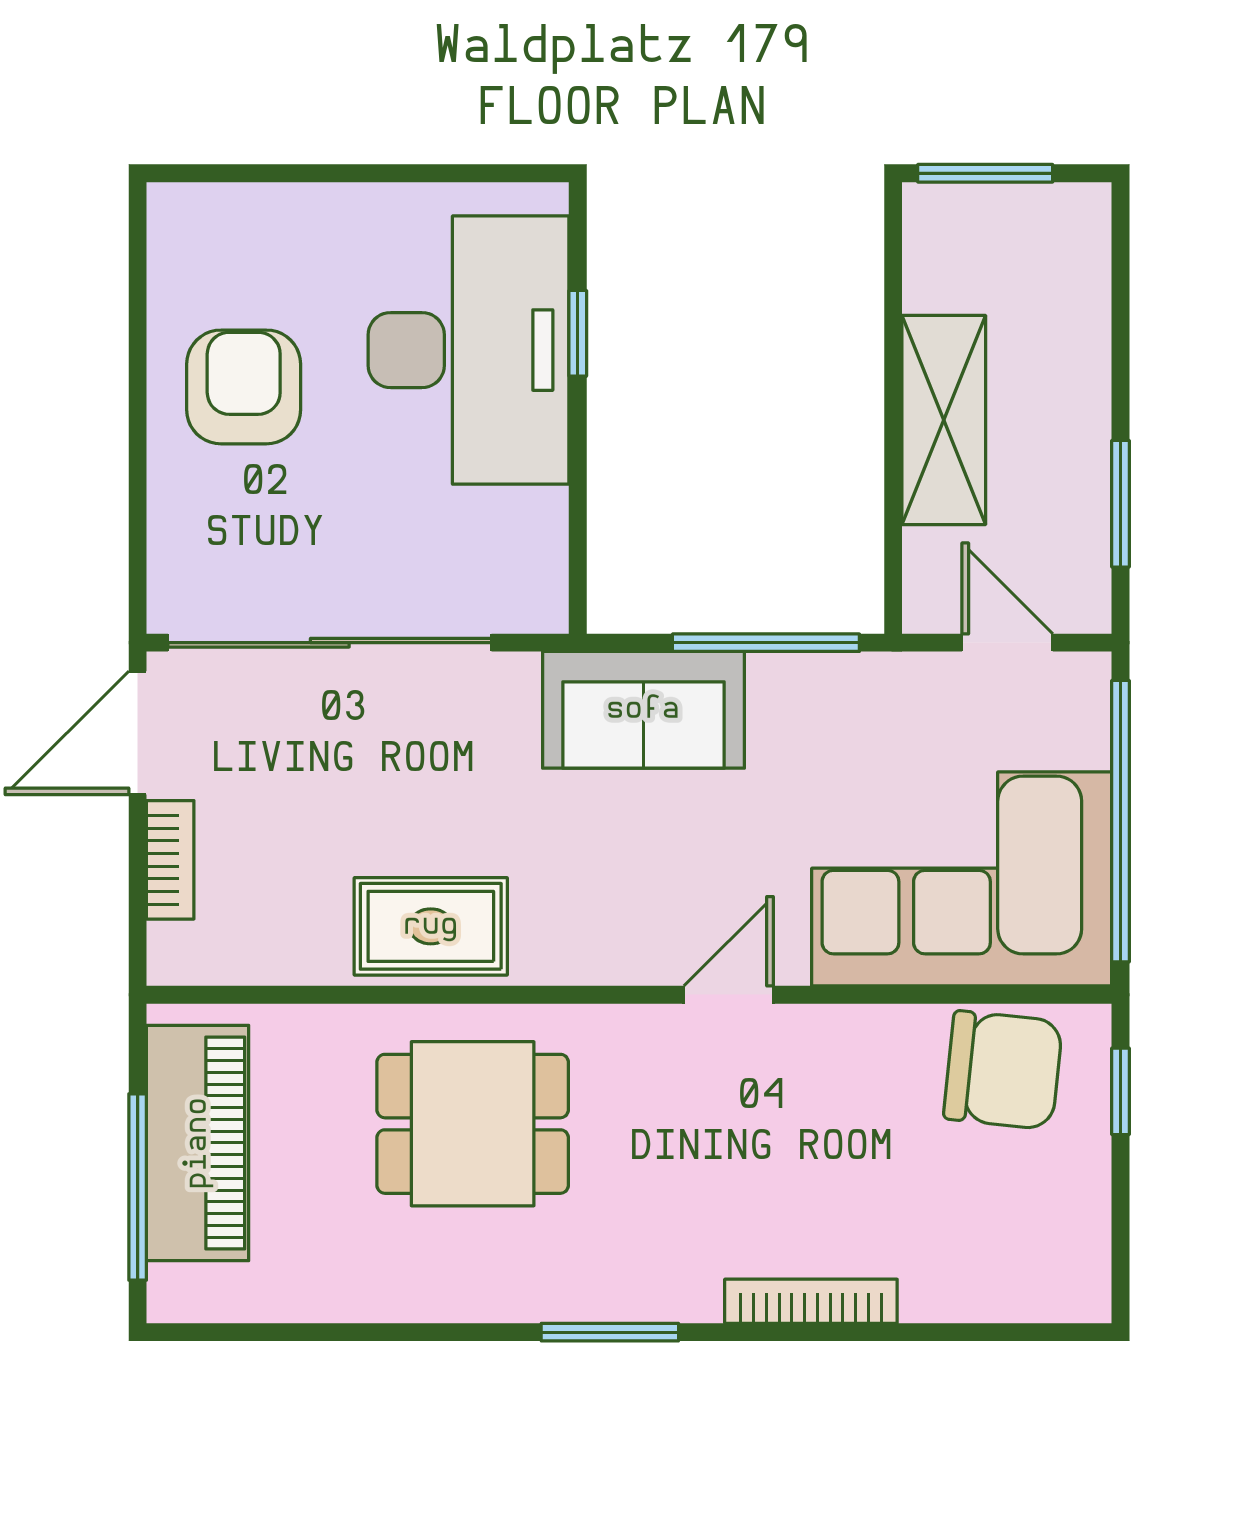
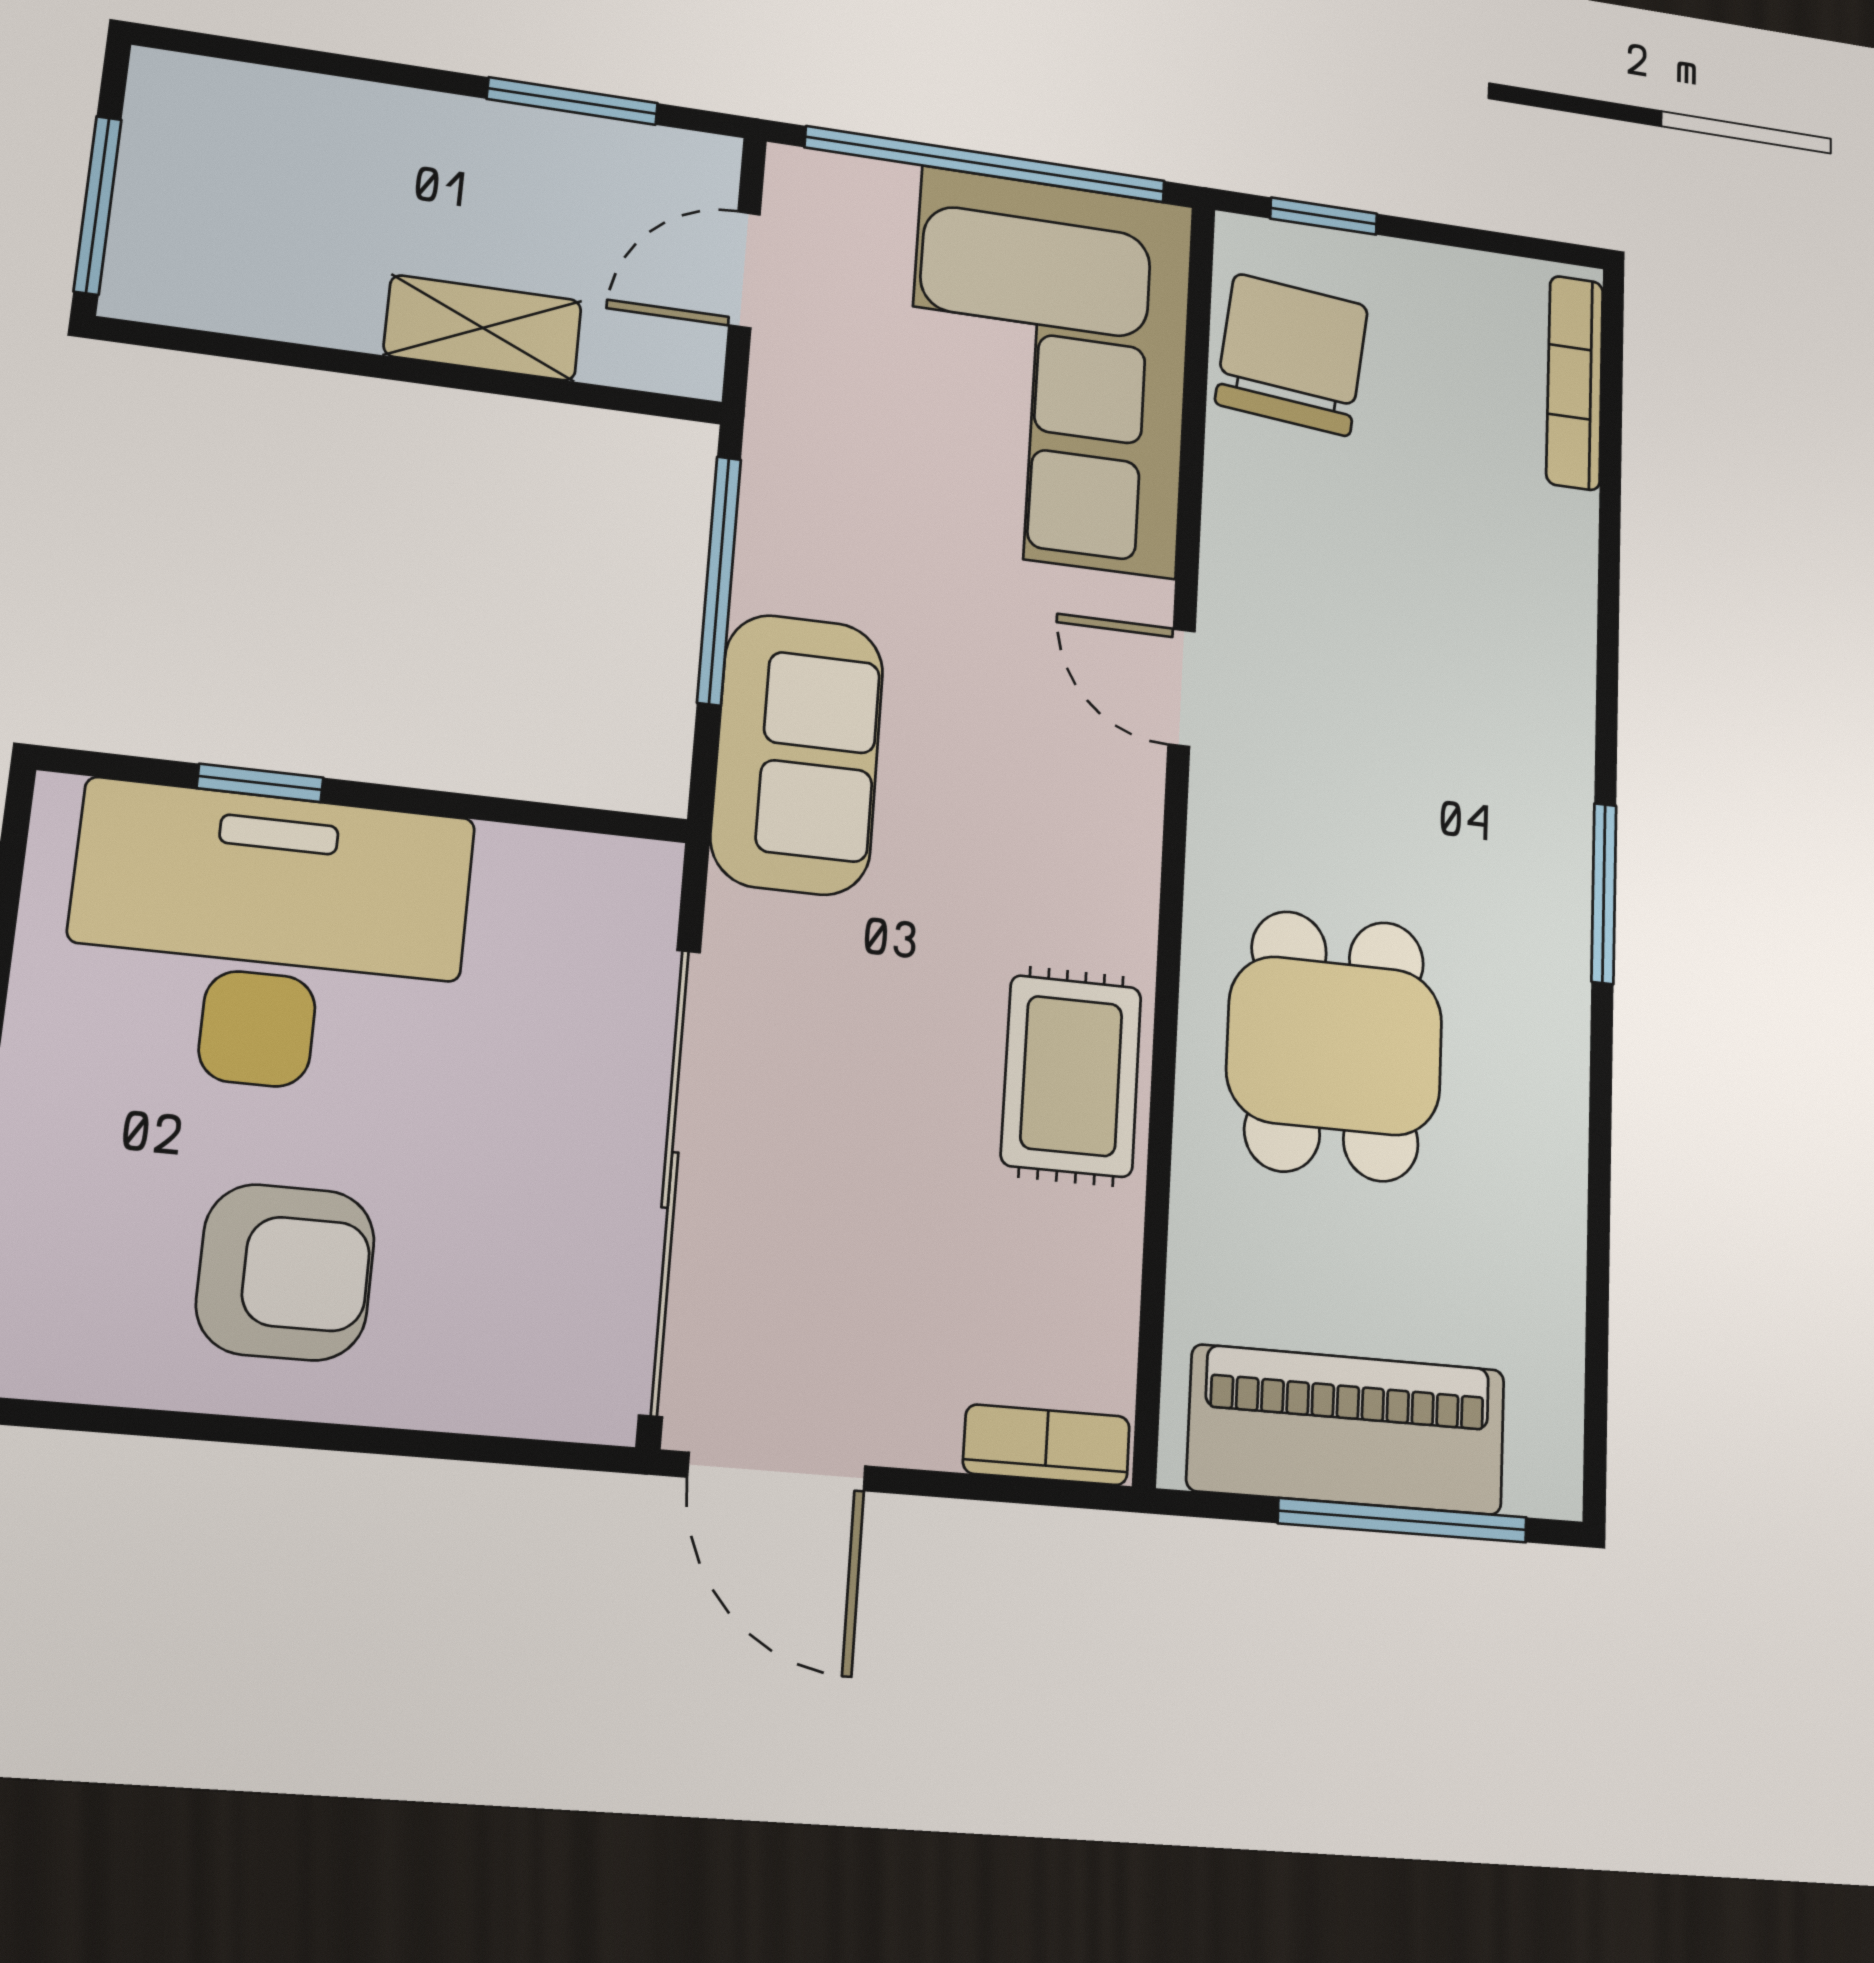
armchair: (244, 387) -> (285, 1272), turned 180
shelving: (944, 420) -> (483, 328), width x0.67, depth x0.75
bookcase: (170, 860) -> (1047, 1445), moved
bookcase: (811, 1301) -> (1575, 383), moved

